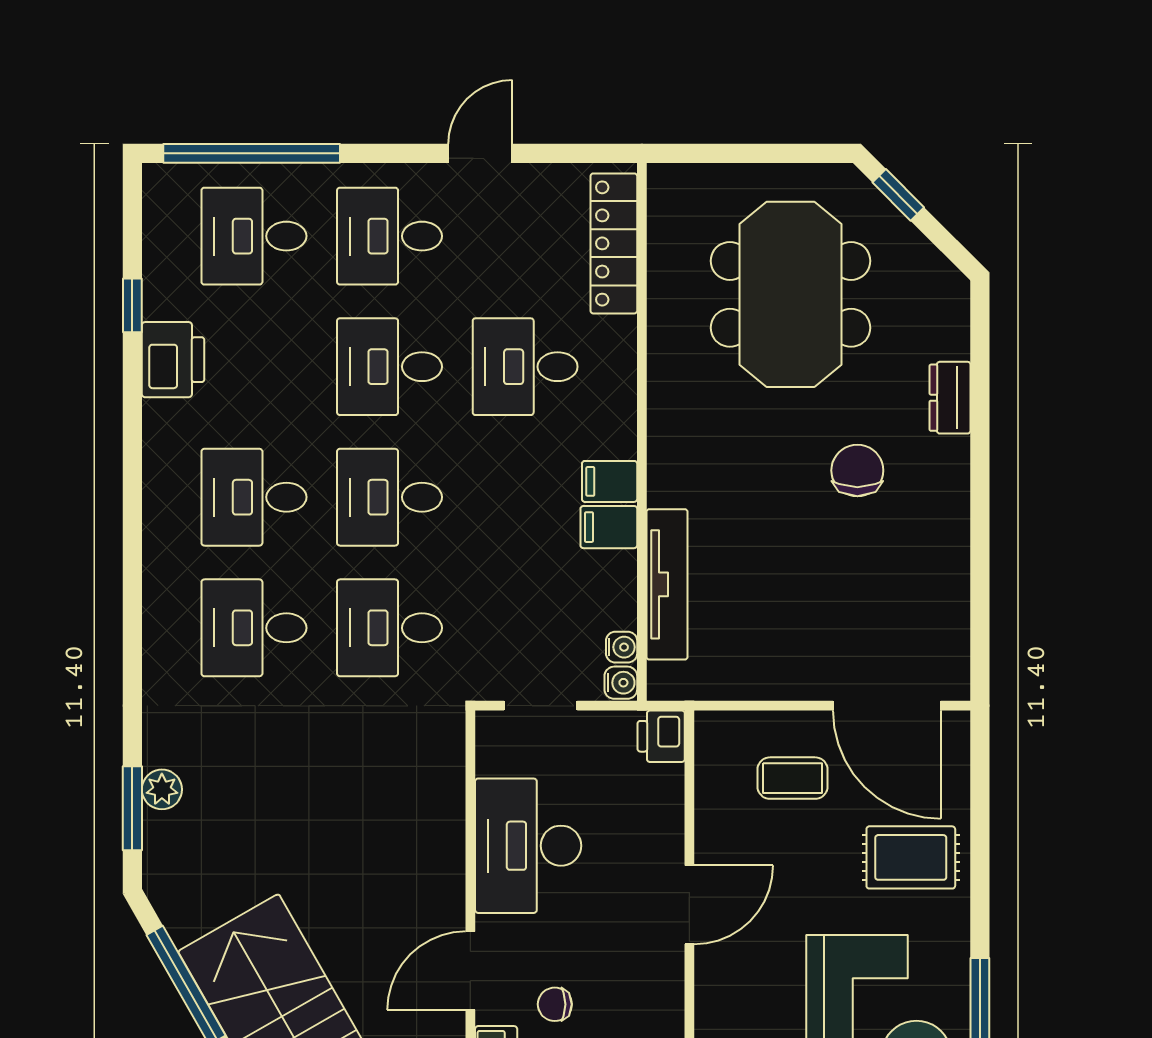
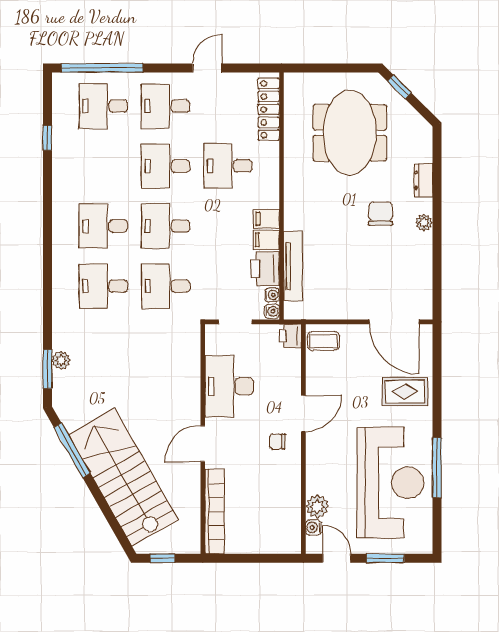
printer: (173, 360) -> (265, 269), moved, turned 180
plant: (952, 490) -> (424, 223), added
coffee table: (793, 778) -> (323, 341), moved
chair: (555, 1004) -> (277, 442), moved

